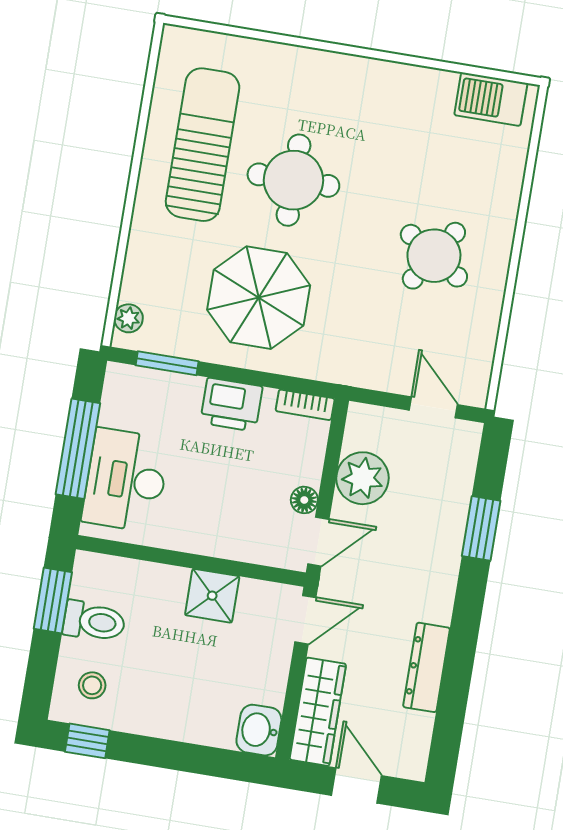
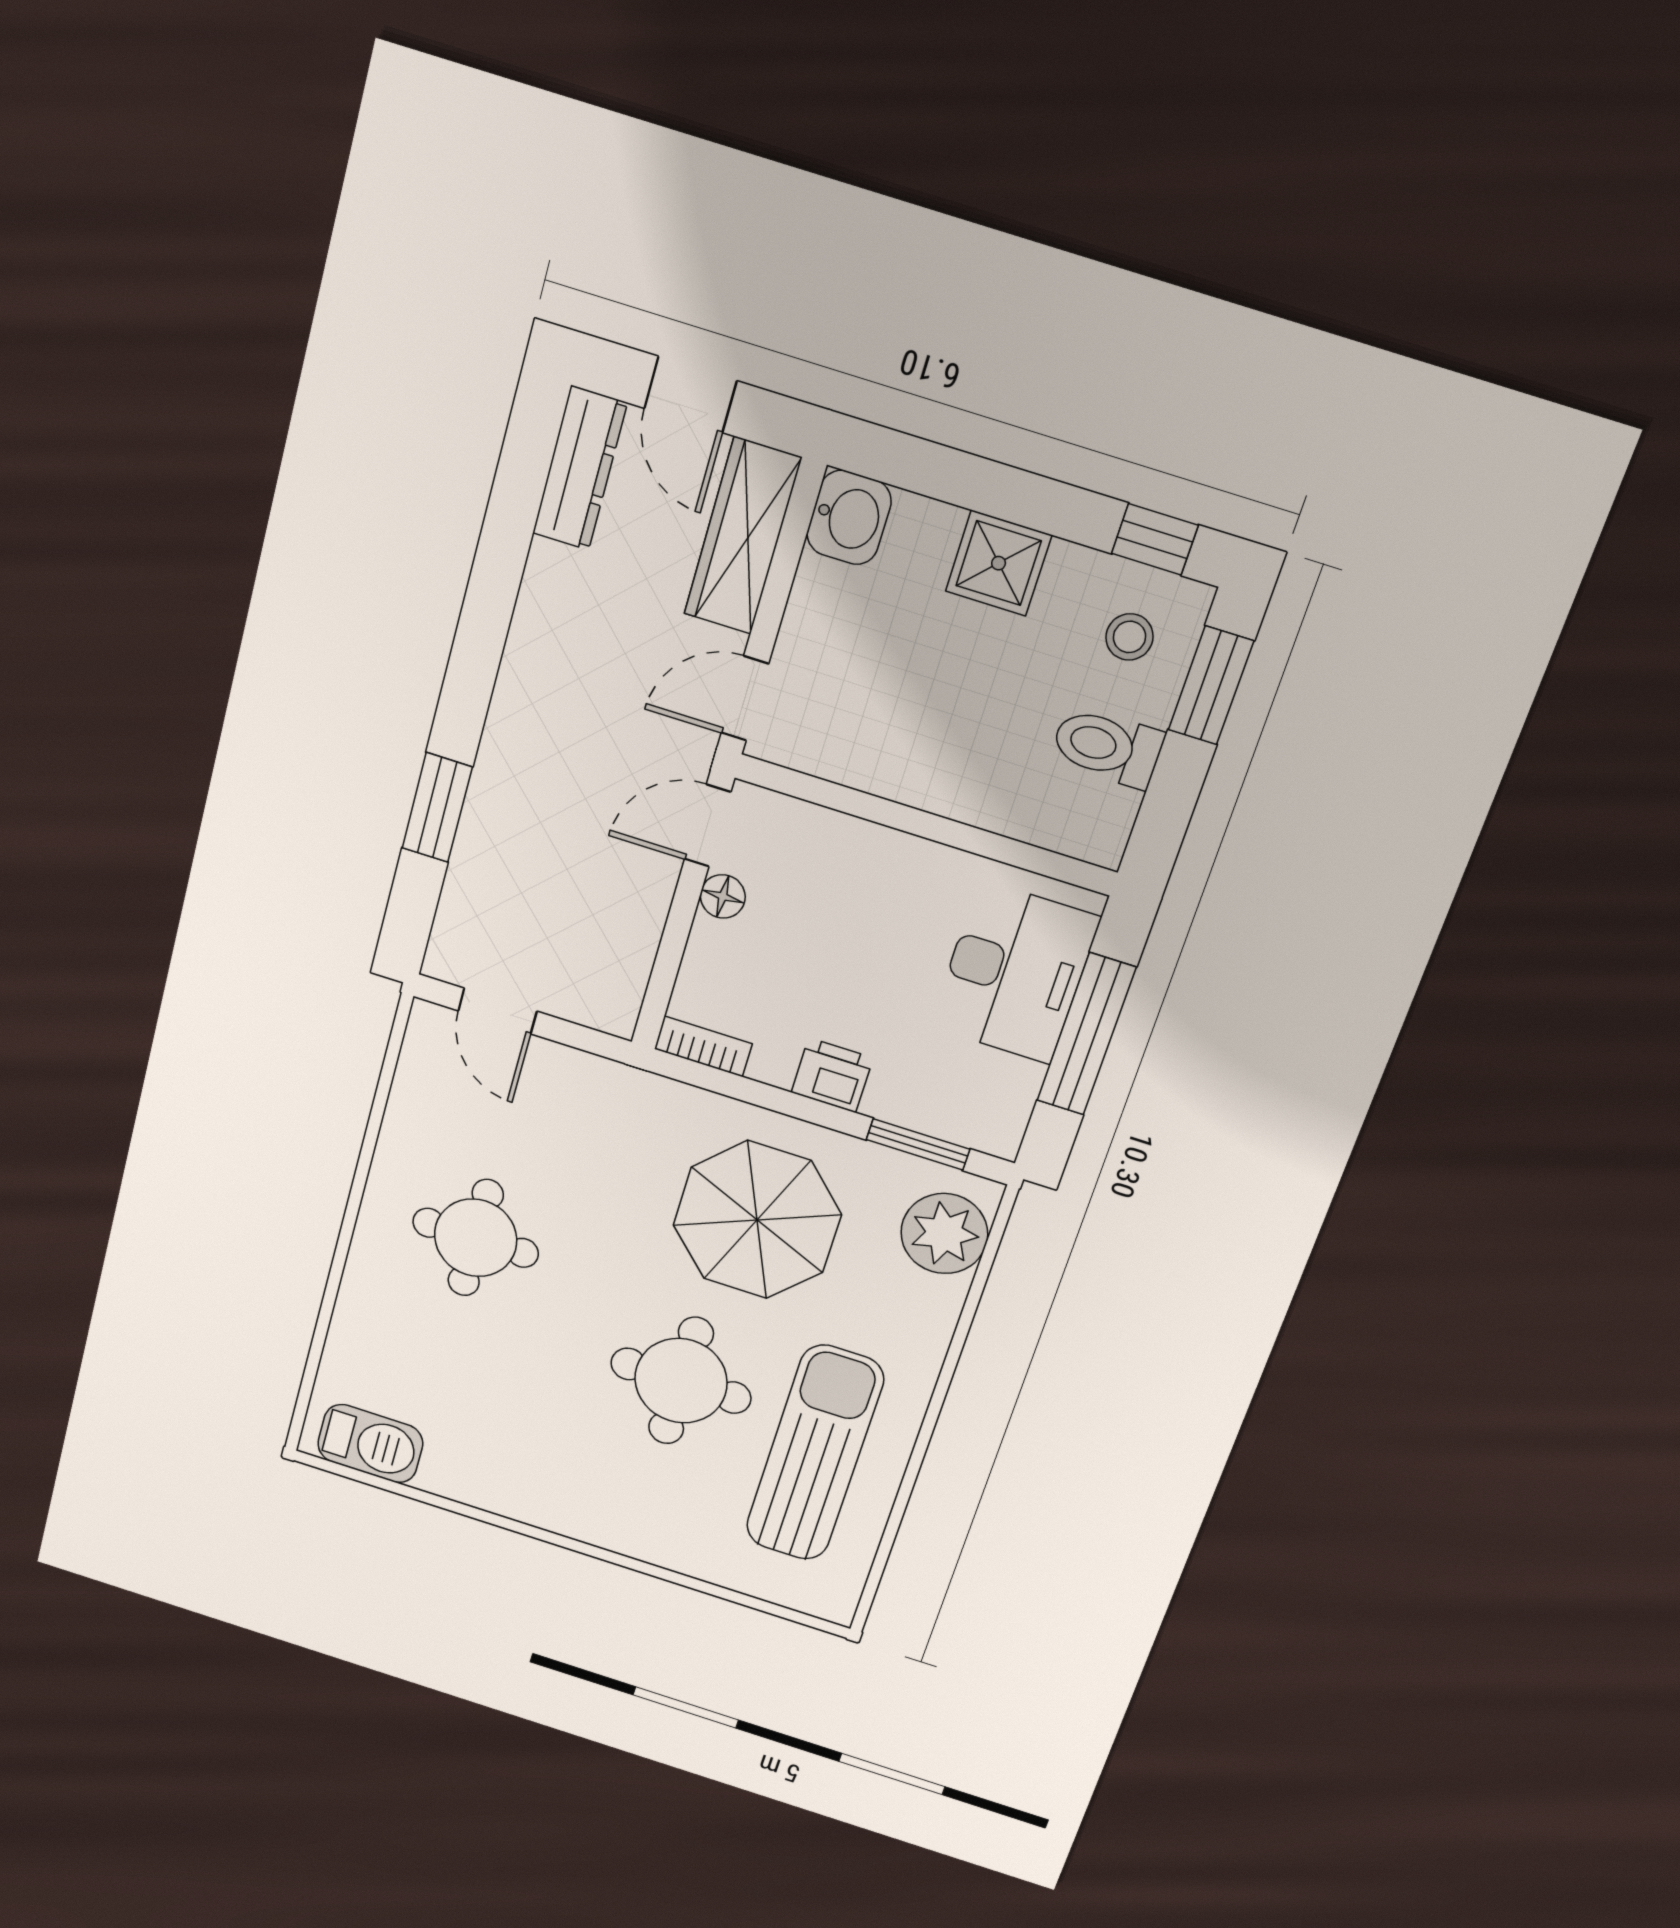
sun lounger: (203, 145) -> (815, 1453), turned 180
round table: (434, 256) -> (476, 1238), turned -33
plant: (128, 318) -> (944, 1234), width x1.87, depth x1.87
printer: (231, 405) -> (832, 1075), width x0.73, depth x0.81
plant: (362, 478) -> (623, 917), removed
shower: (212, 596) -> (999, 563), moved
window: (53, 600) -> (1211, 685), moved
dresser: (427, 667) -> (580, 468), moved

